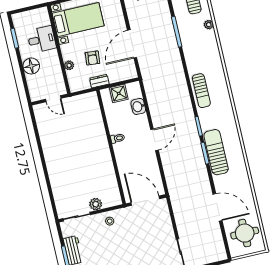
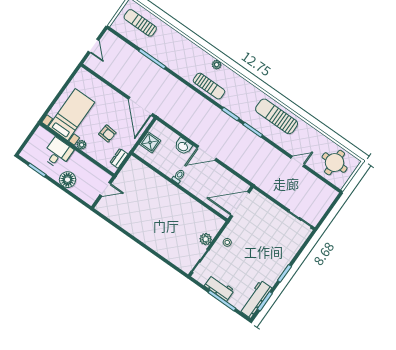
plant: (209, 25) -> (217, 65), moved
door: (132, 44) -> (141, 106), moved
plant: (69, 65) -> (82, 145), moved
dresser: (99, 81) -> (119, 158), moved
washbasin: (138, 106) -> (183, 146), moved
door: (154, 140) -> (207, 153), swing flipped
sun lounger: (216, 152) -> (277, 116), moved
door: (218, 207) -> (298, 161), width x0.53

